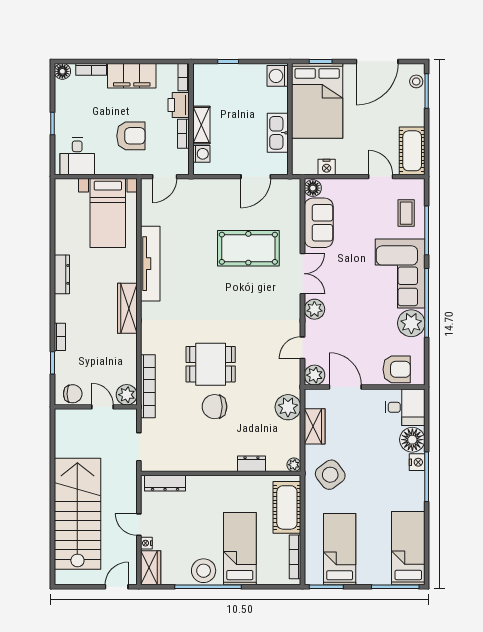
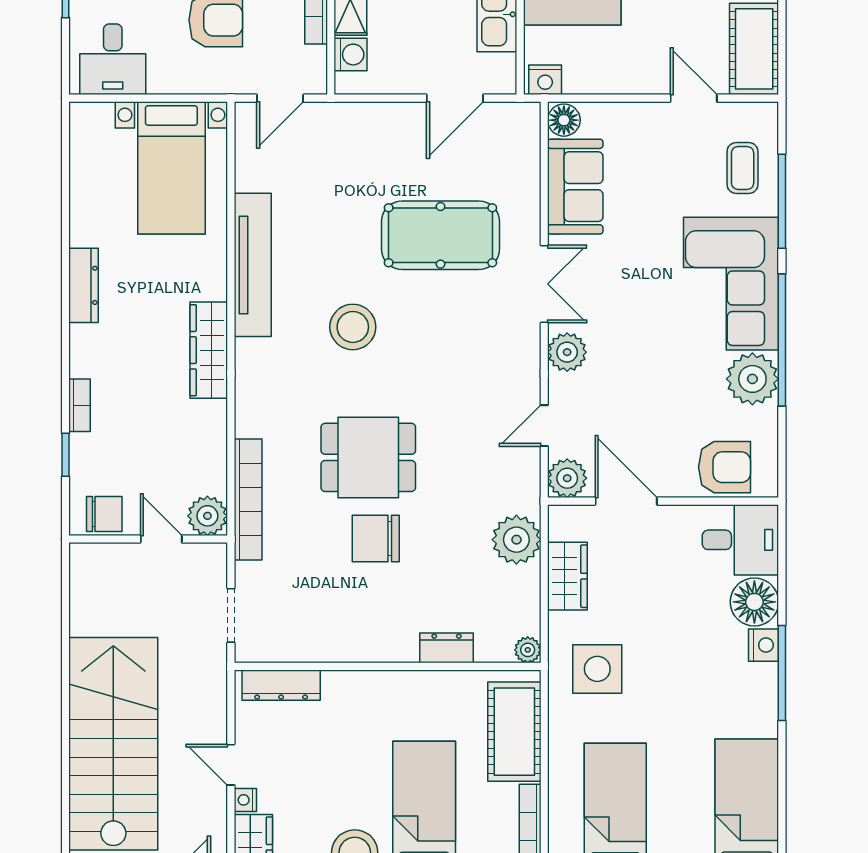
nightstand: (327, 167) -> (545, 80), moved
stool: (203, 296) -> (353, 327), added
side table: (330, 475) -> (597, 669), turned 37

